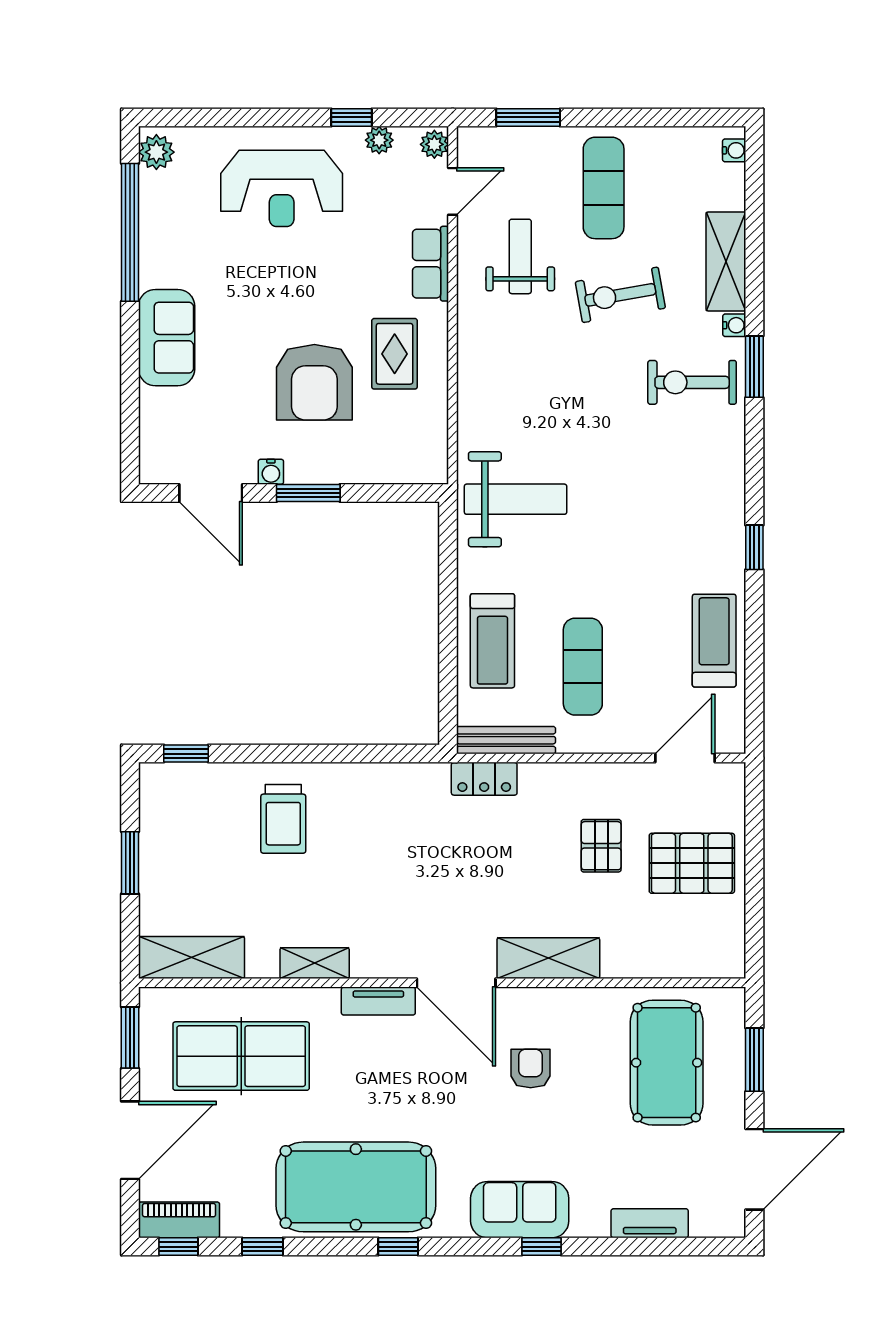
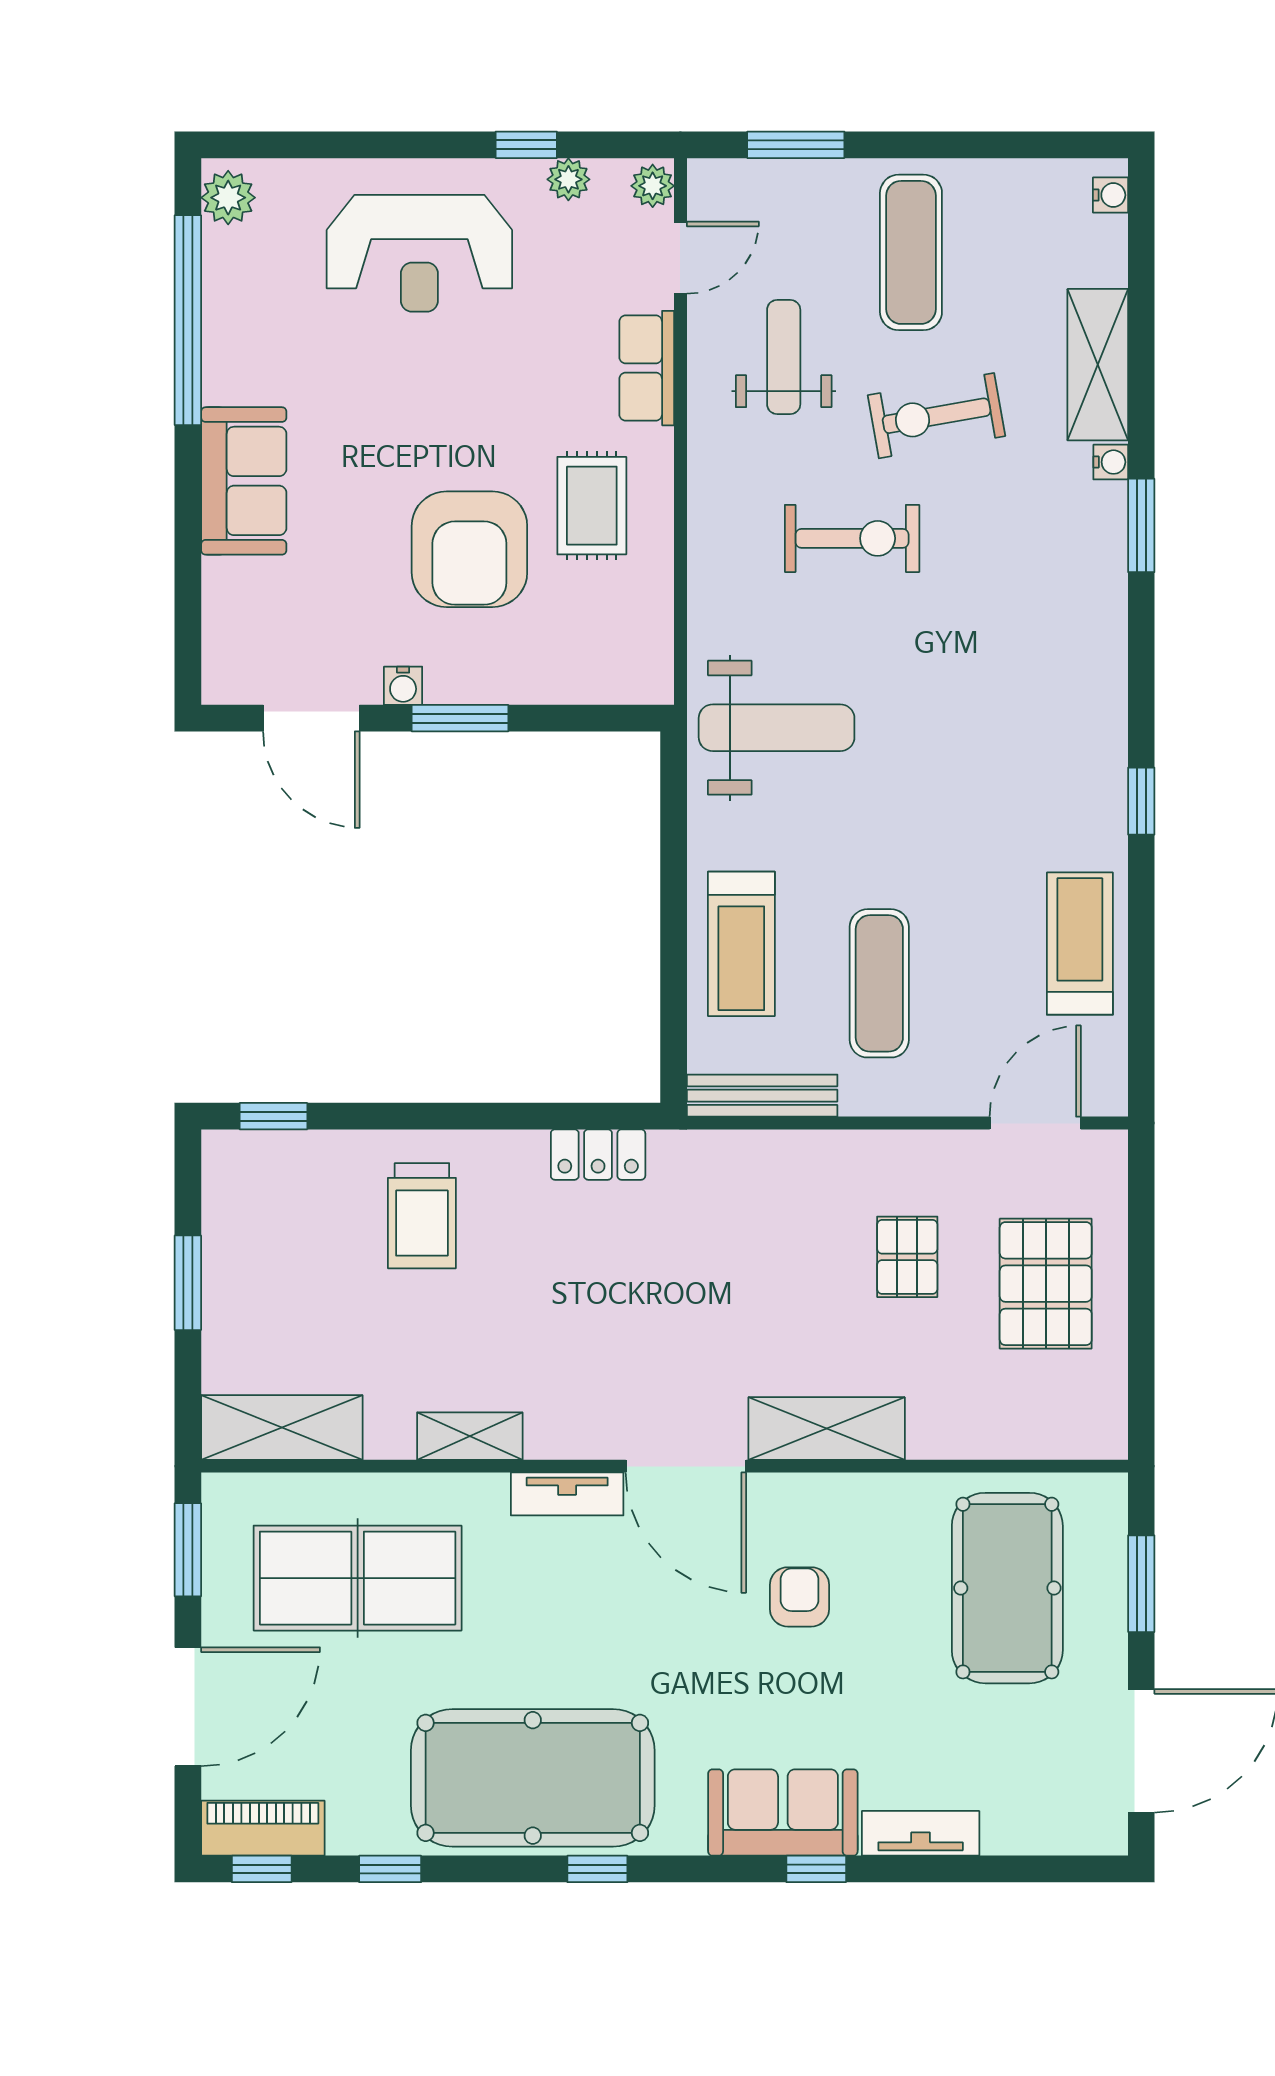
exercise bike: (692, 382) -> (852, 538), moved, turned 180
locker: (484, 779) -> (598, 1155), moved
pallet: (692, 863) -> (1046, 1284), turned 90
tv unit: (650, 1223) -> (921, 1833), moved

